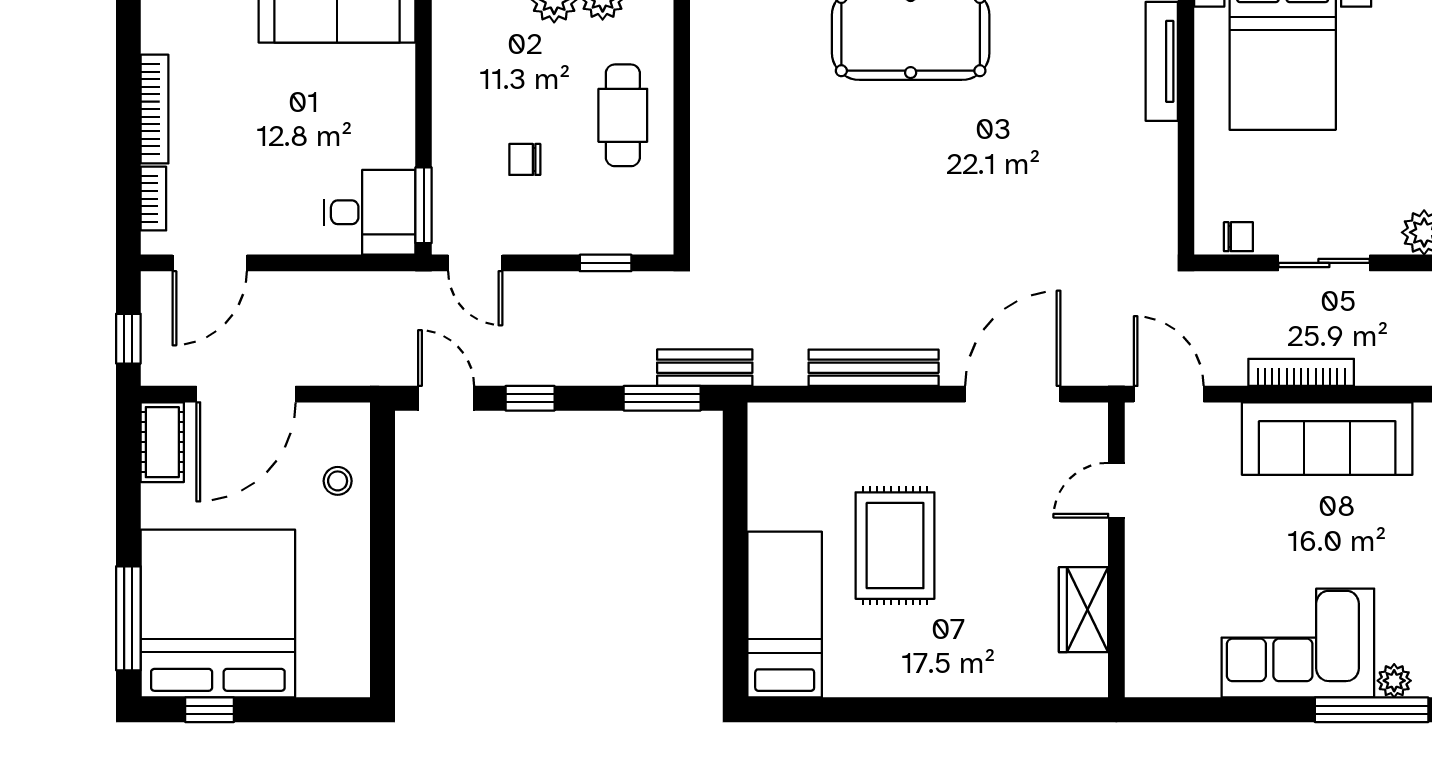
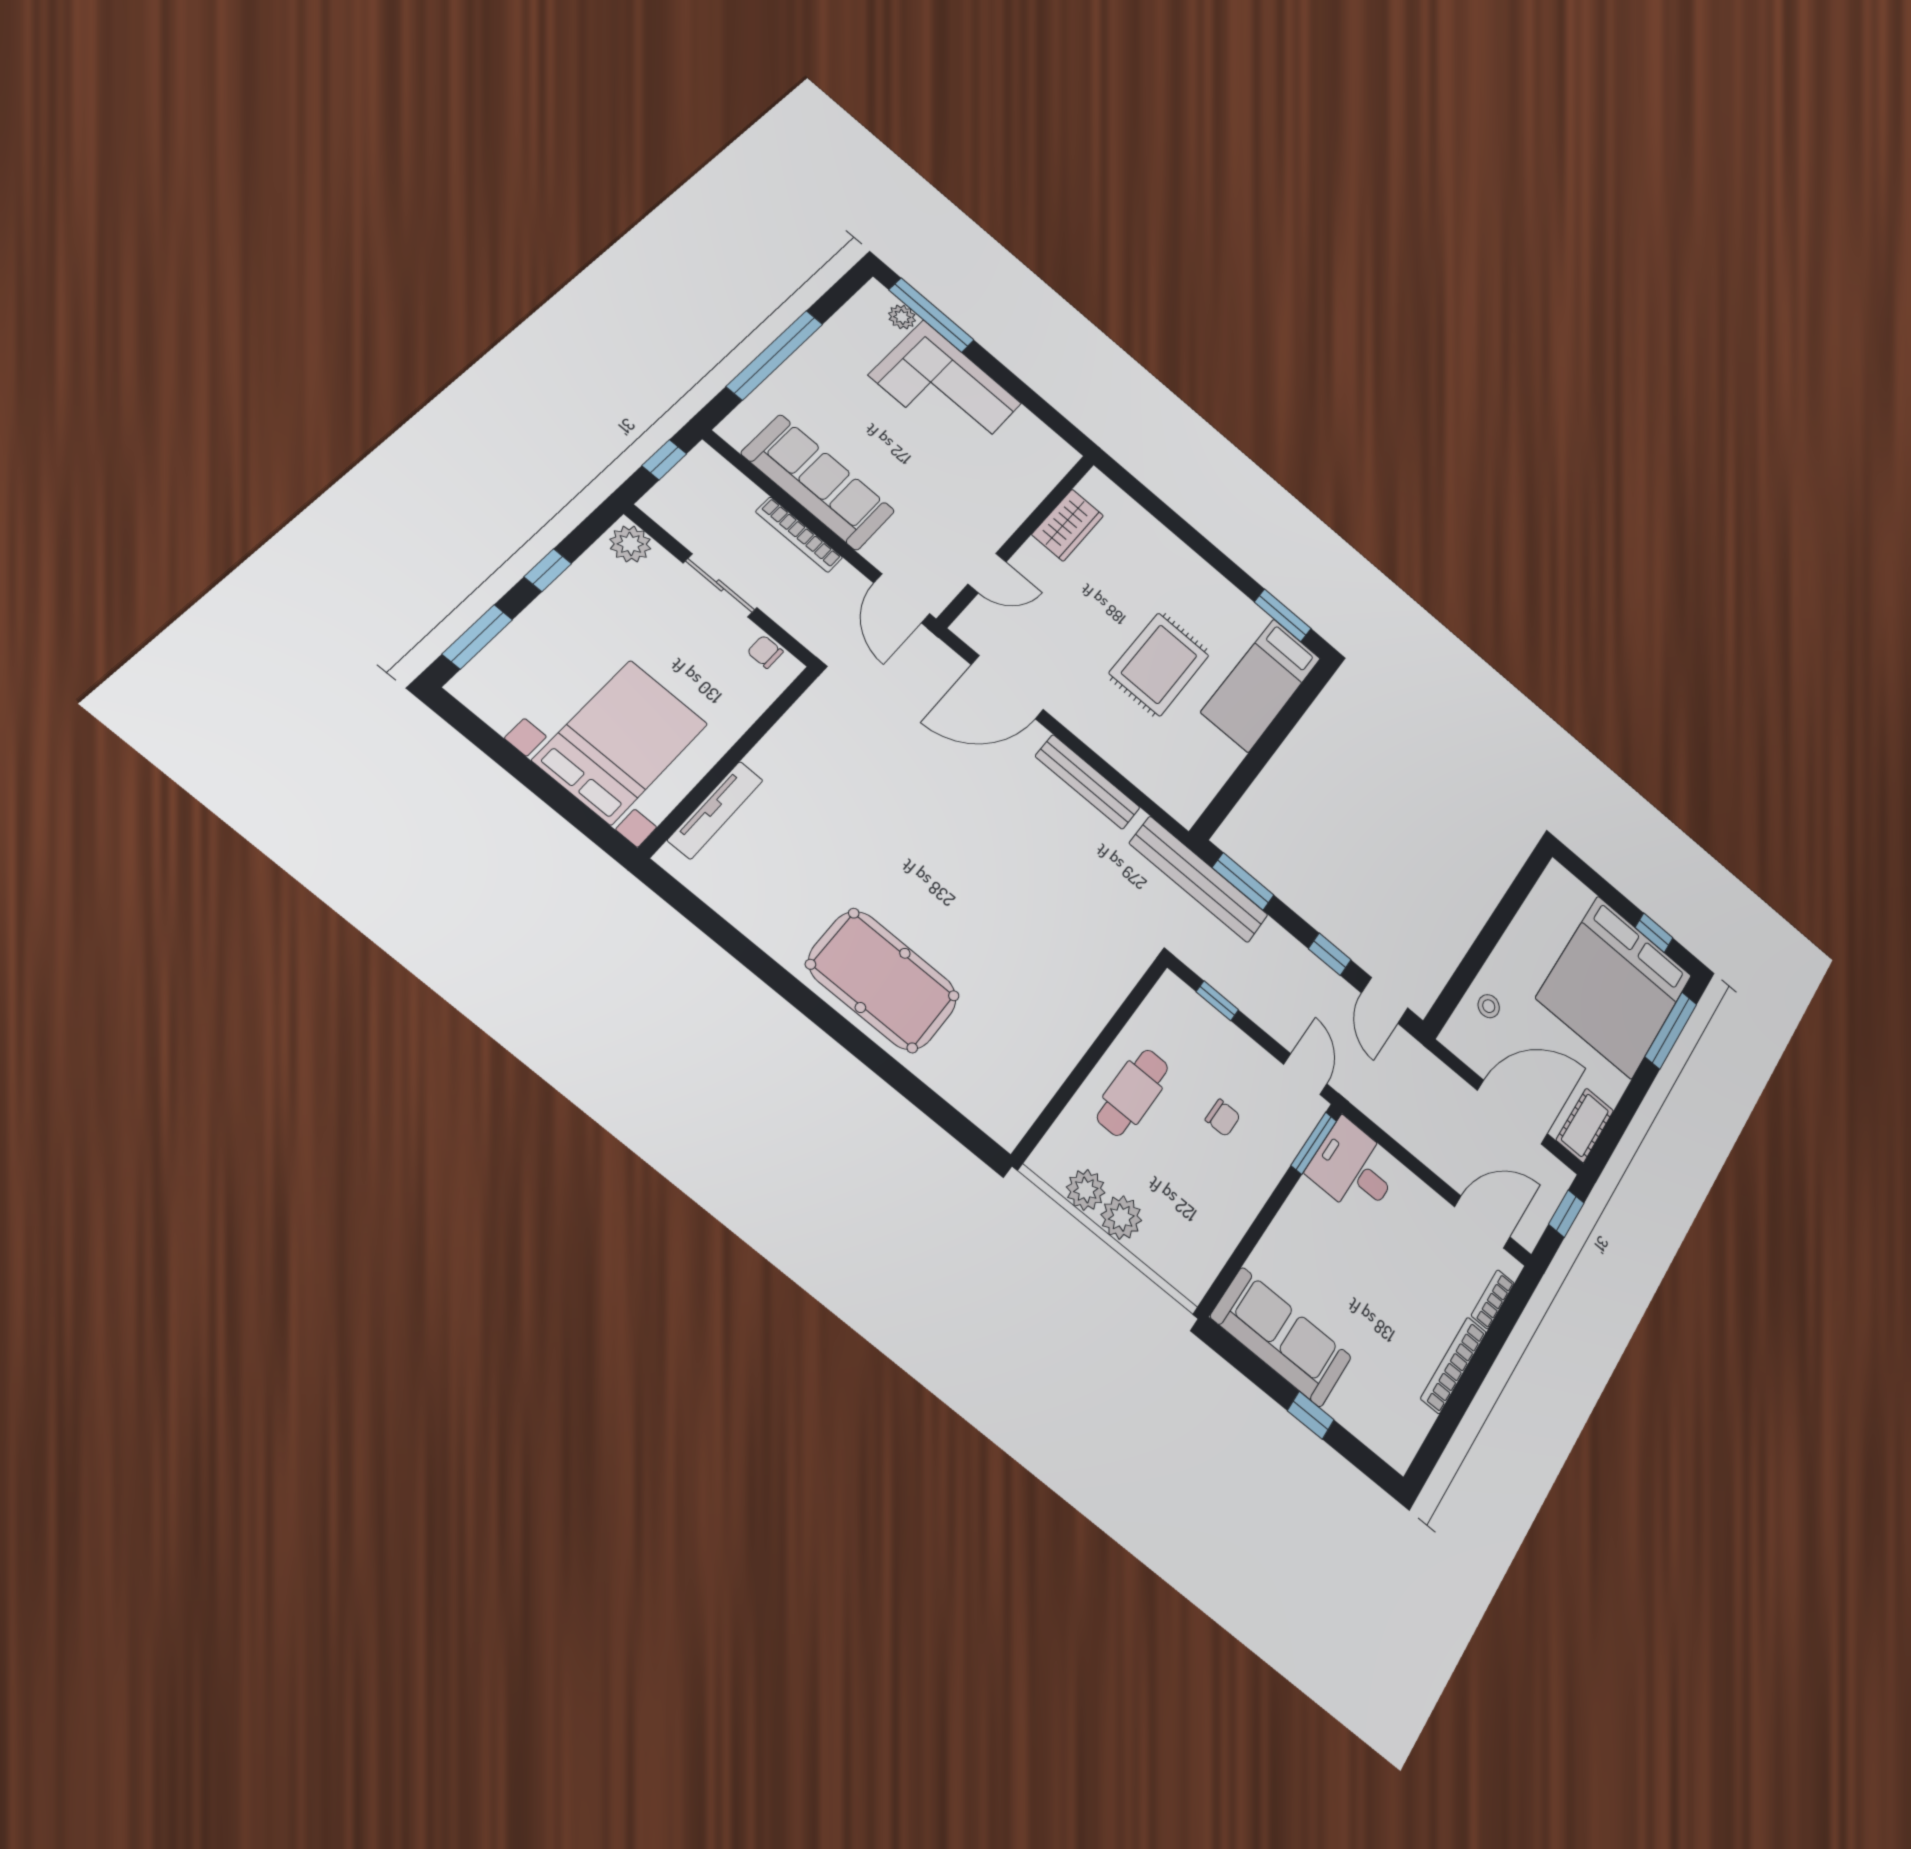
bench: (705, 368) -> (1199, 879), width x1.86, depth x1.21
window: (816, 710) -> (1283, 615), added

